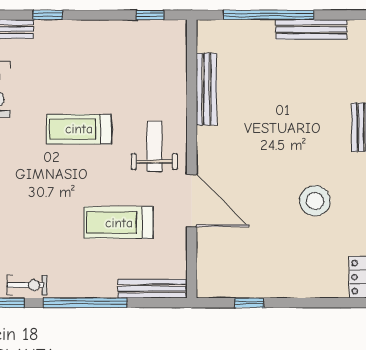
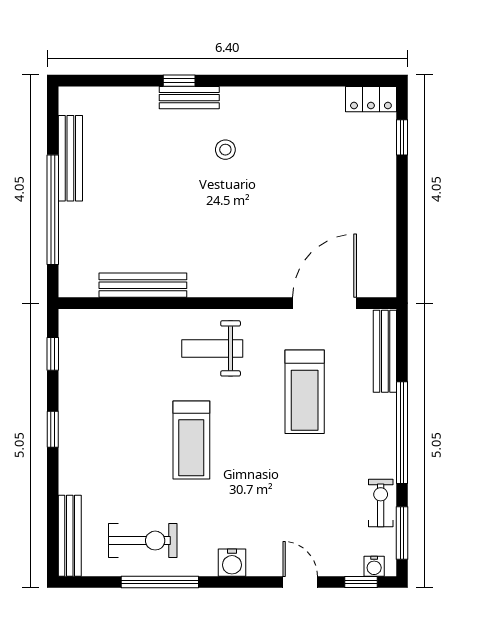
window: (48, 15) -> (53, 429), moved
door: (192, 201) -> (325, 303), moved
stool: (315, 201) -> (225, 150), moved, width x0.53, depth x0.53
window: (249, 303) -> (402, 137), moved

